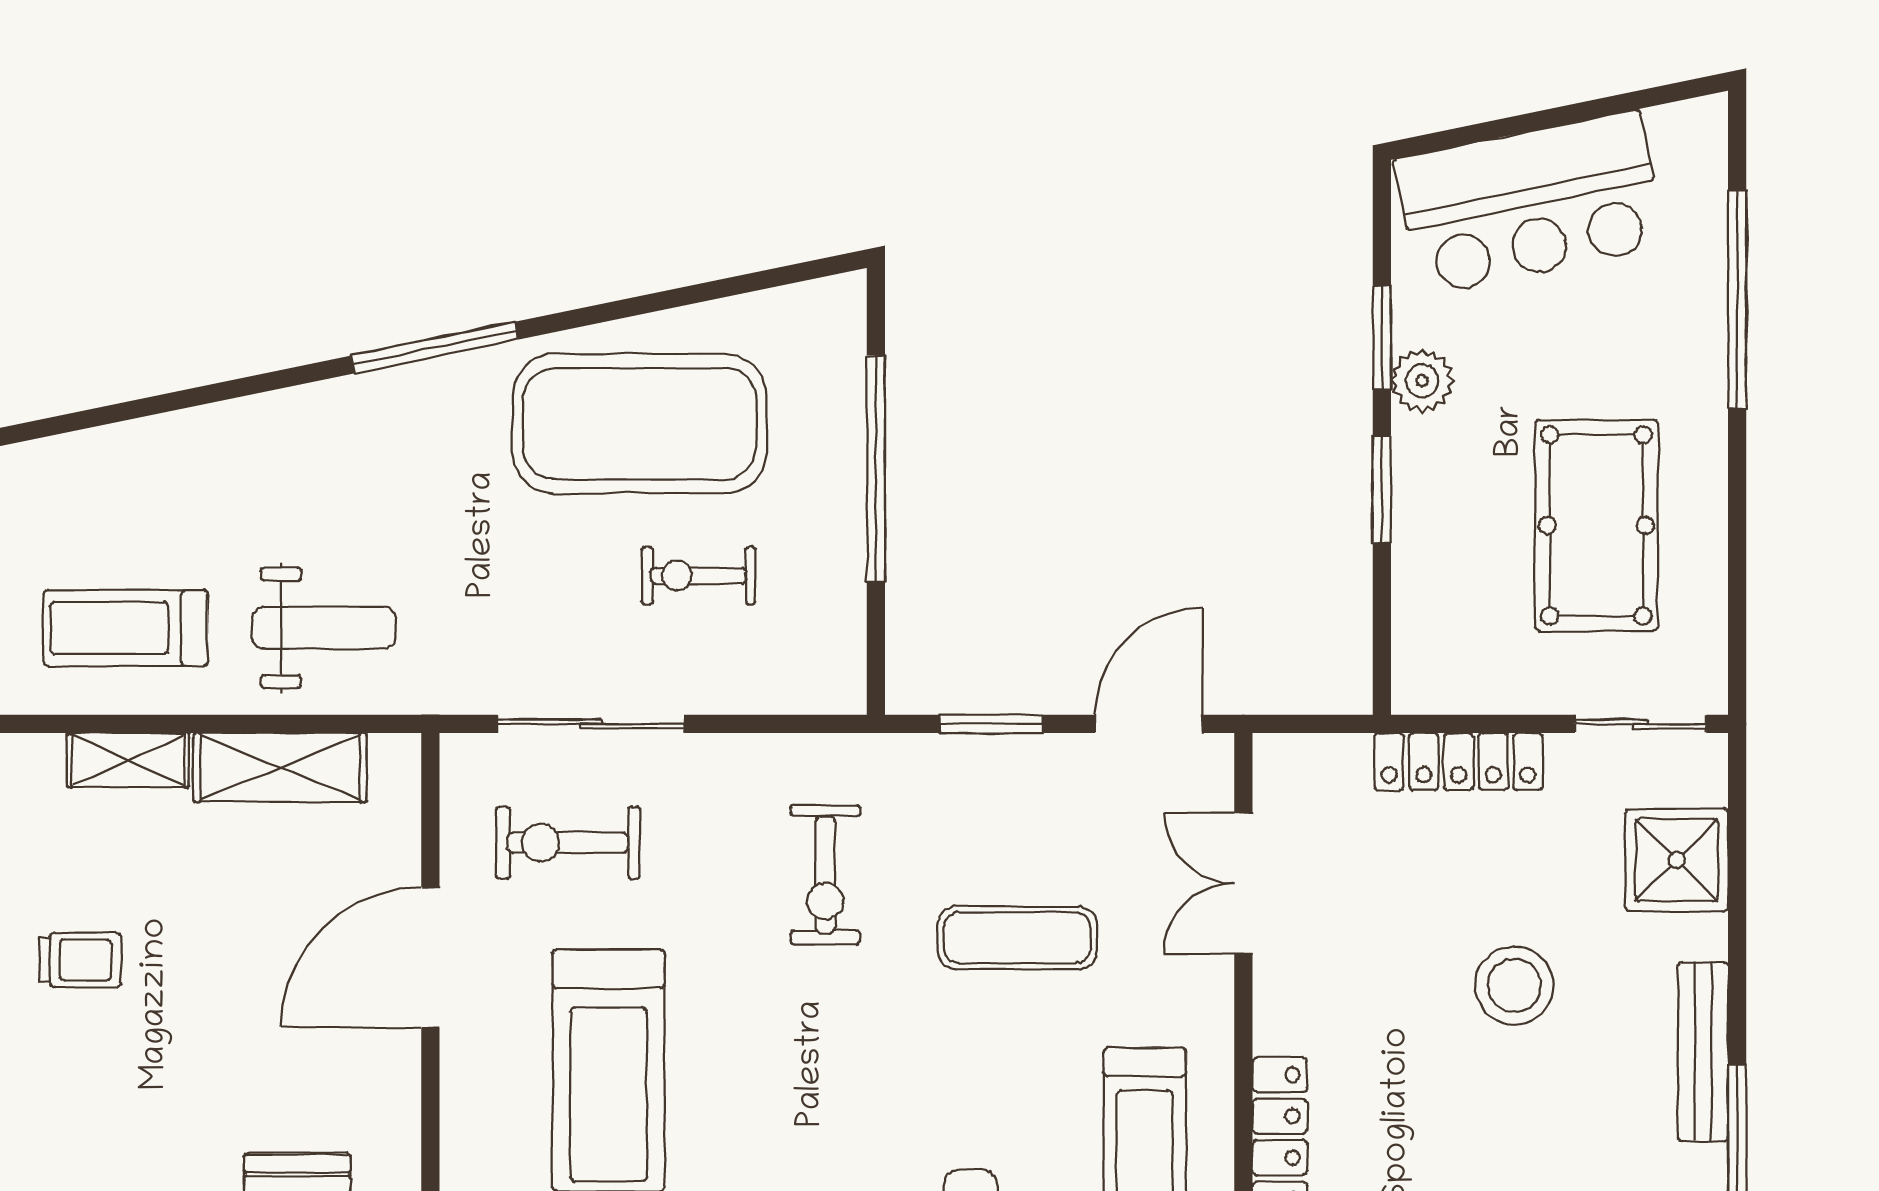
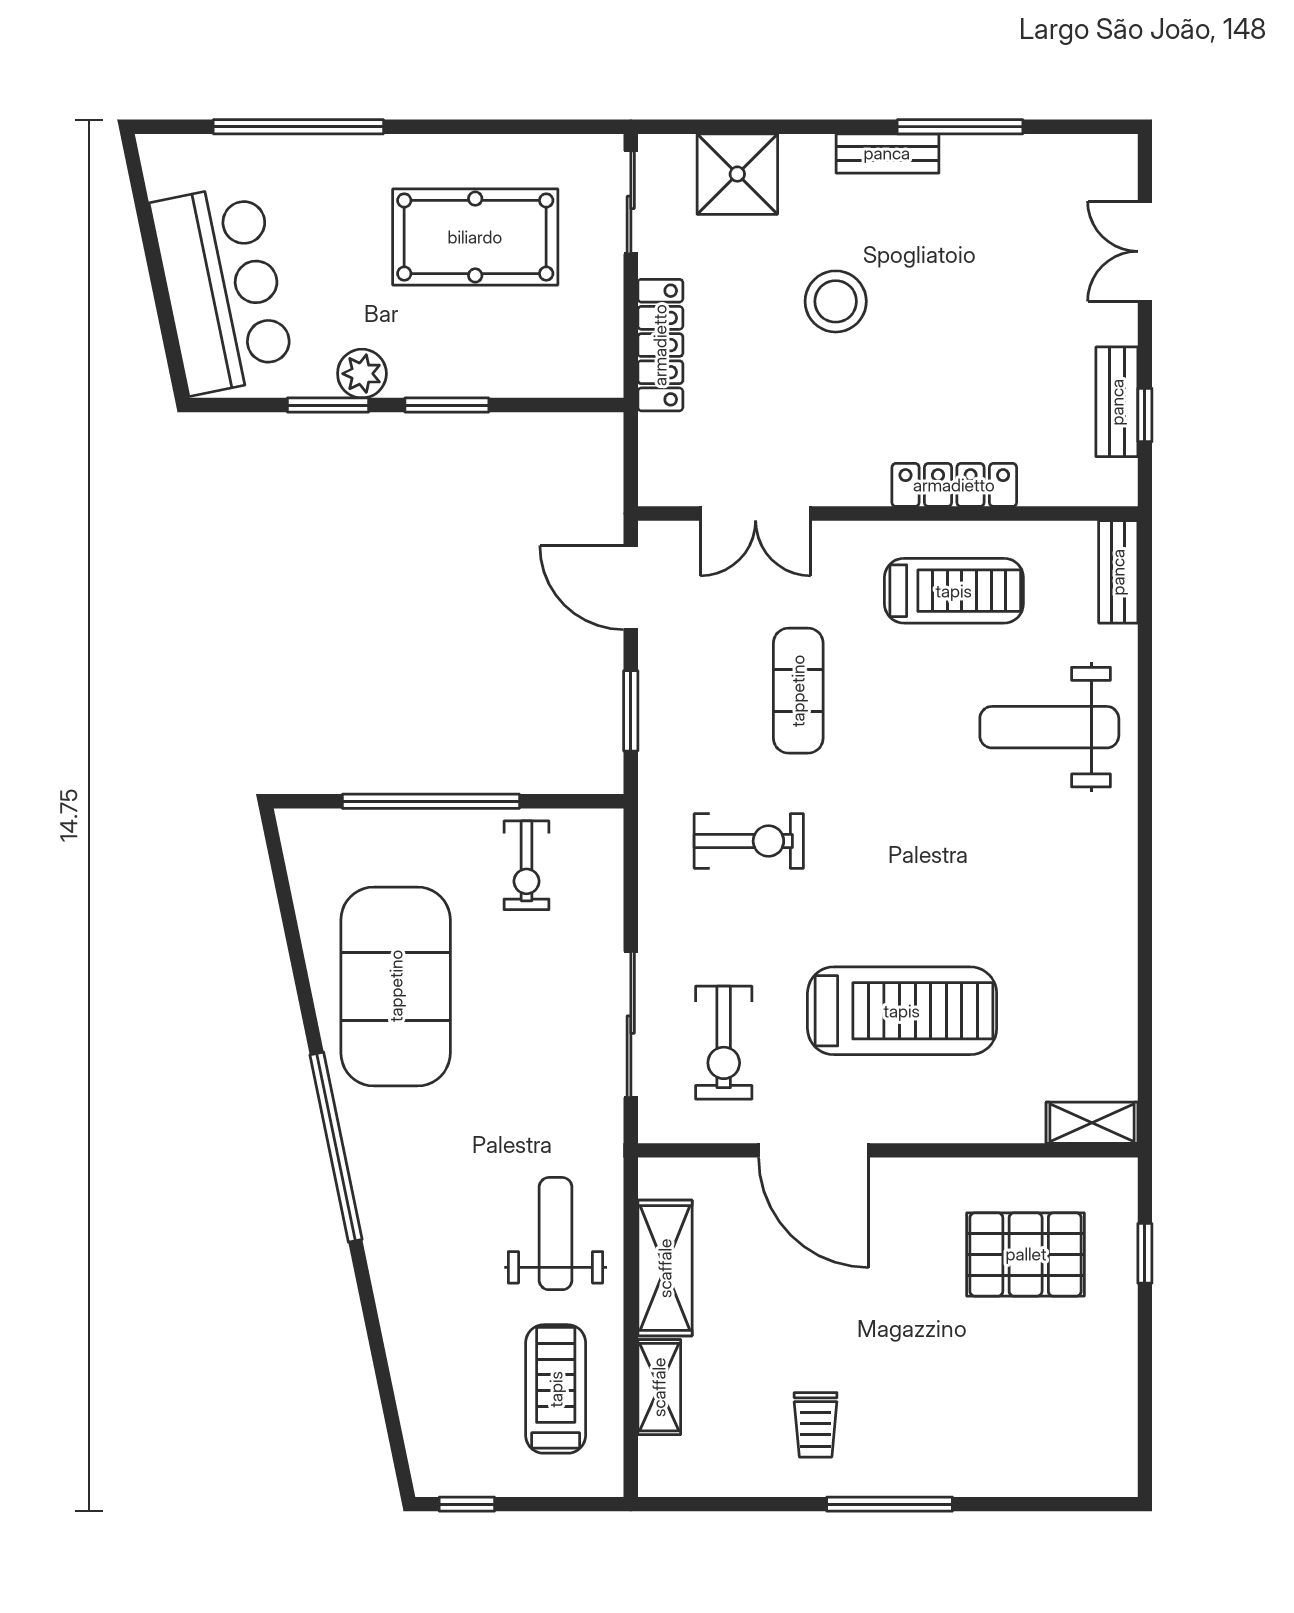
window: (434, 348) -> (336, 1147), width x1.46
exercise bike: (698, 576) -> (527, 865), moved
treadmill: (126, 628) -> (556, 1389), turned 180
trolley: (80, 960) -> (816, 1425), turned 180
bench: (1703, 1052) -> (887, 153), width x0.73

